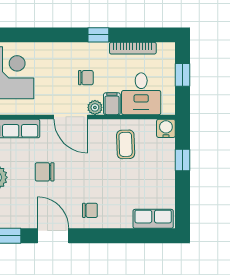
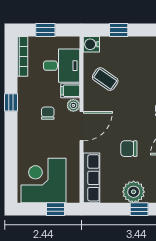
bookcase: (133, 48) -> (22, 56), moved
coffee table: (126, 144) -> (105, 79), turned 37
chair: (45, 172) -> (129, 149), turned 90

